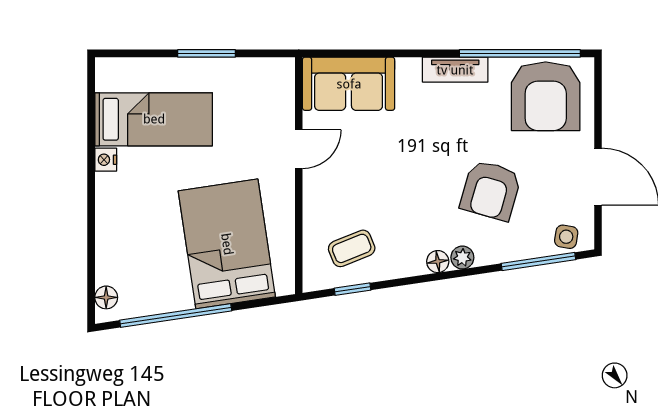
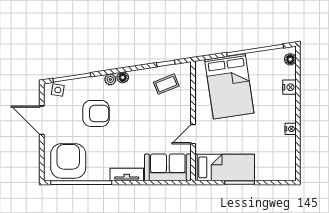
tv unit: (455, 70) -> (127, 174), moved
bed: (154, 119) -> (225, 167), moved, turned 180
armchair: (491, 190) -> (96, 113), turned 74
nightstand: (108, 242) -> (289, 87), added

